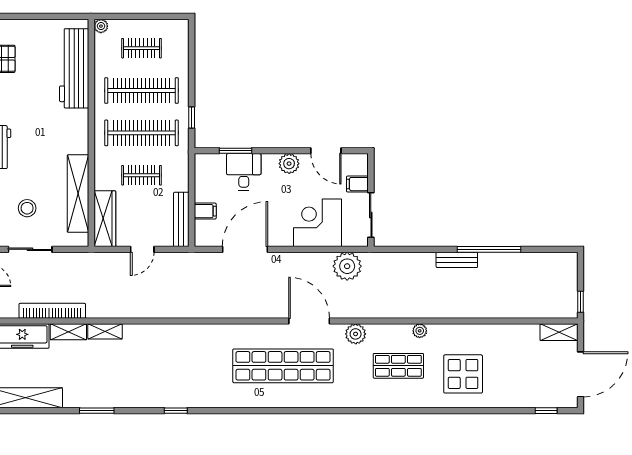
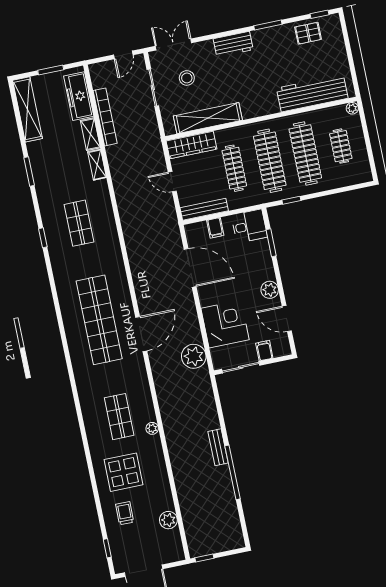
door: (326, 151) -> (287, 318), hinge flipped
desk: (244, 172) -> (249, 226), moved
clothes rail: (142, 175) -> (234, 168), width x1.36
shelving: (559, 332) -> (175, 545), removed
plant: (356, 334) -> (168, 520), moved
shop shelf: (168, 366) -> (79, 223), added
trolley: (510, 382) -> (125, 513), added

